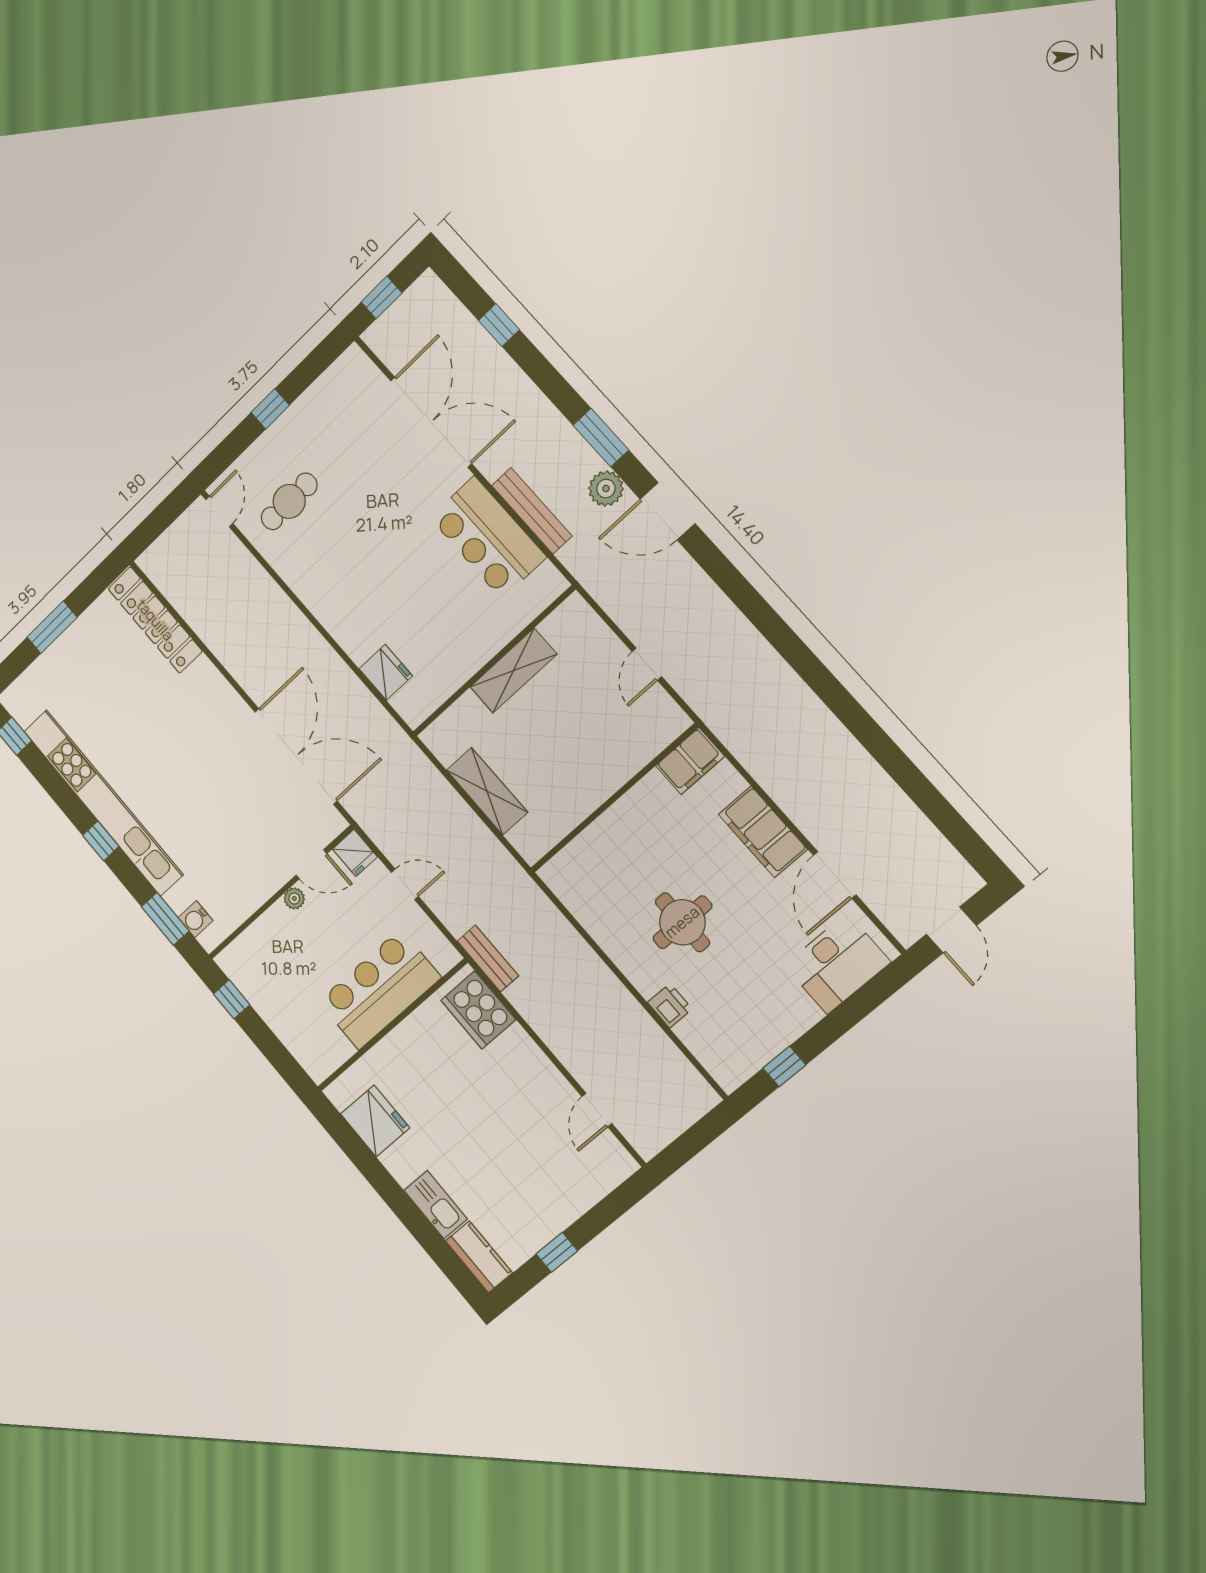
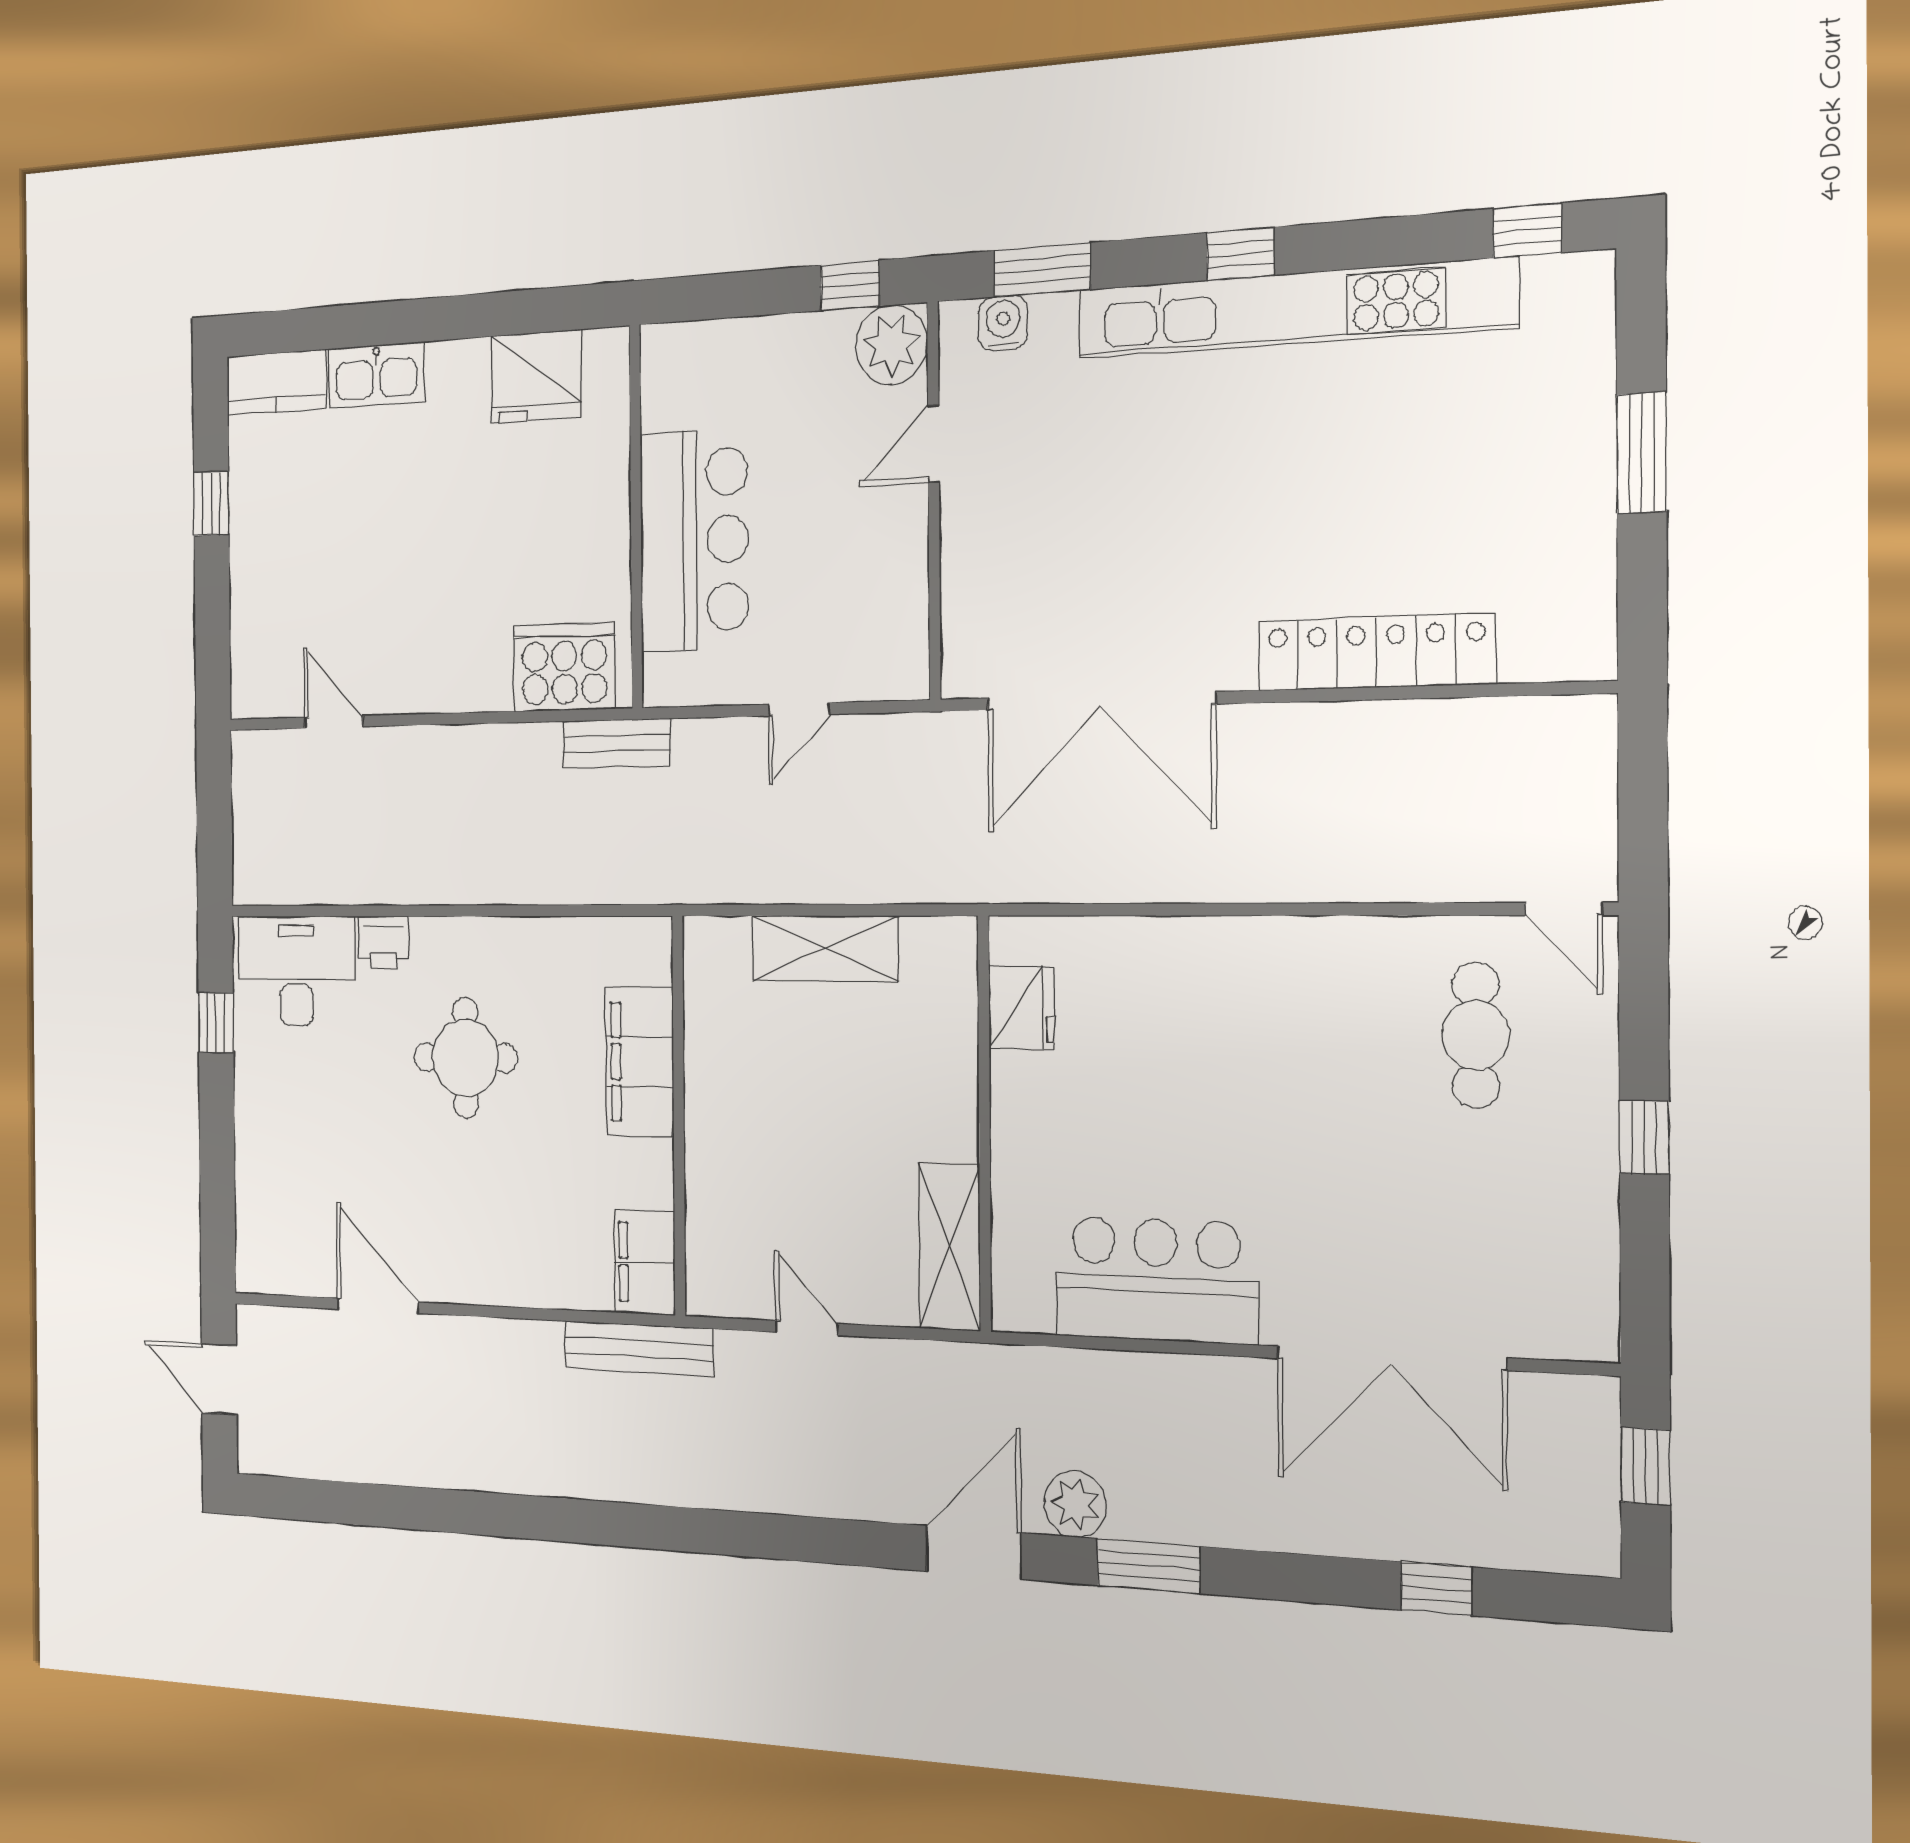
bench: (532, 511) -> (639, 1348), moved
locker: (155, 620) -> (1376, 652), moved
shelving: (513, 671) -> (950, 1247), moved
fridge: (386, 672) -> (1022, 1008), moved, turned -90
filing cabinet: (763, 832) -> (640, 1062), moved, turned -90
fridge: (355, 853) -> (898, 671), removed
door: (311, 864) -> (933, 444), moved
plant: (294, 898) -> (892, 345), moved, width x1.88, depth x1.88
desk: (837, 964) -> (297, 971), moved, turned 90

